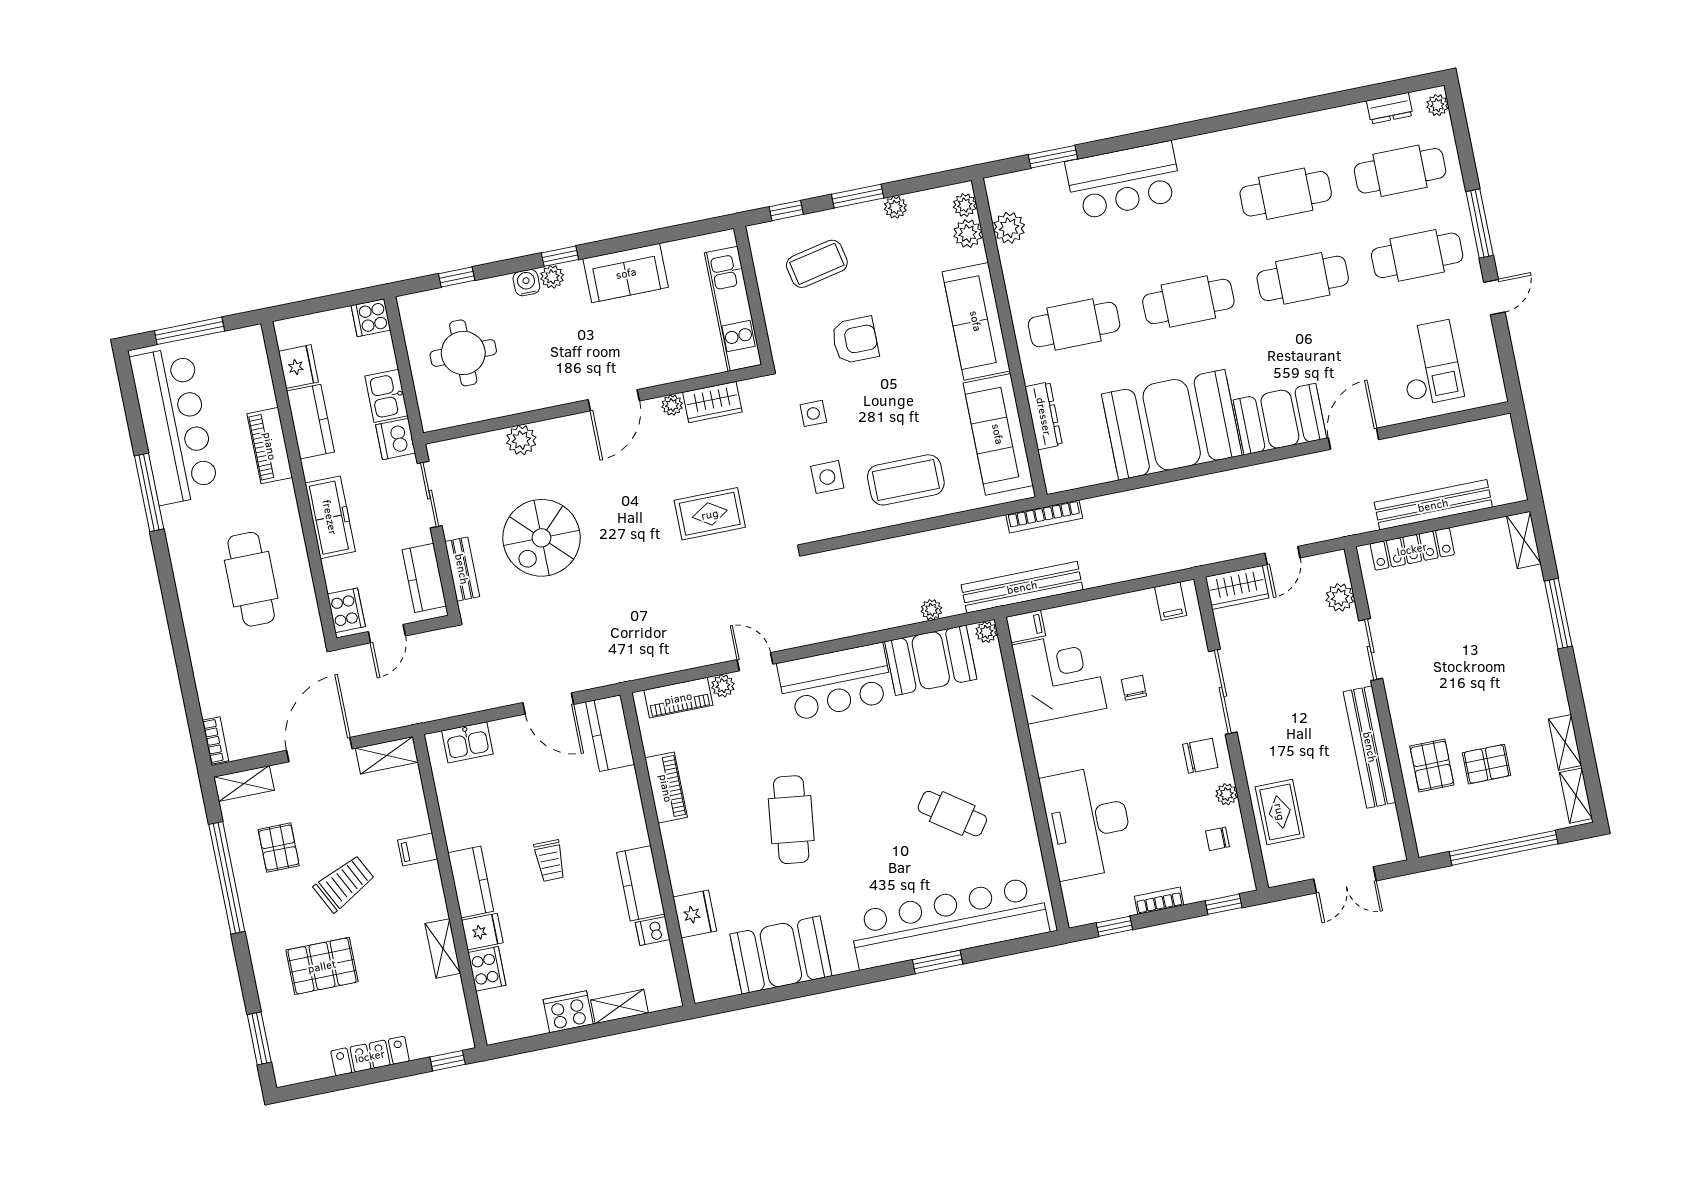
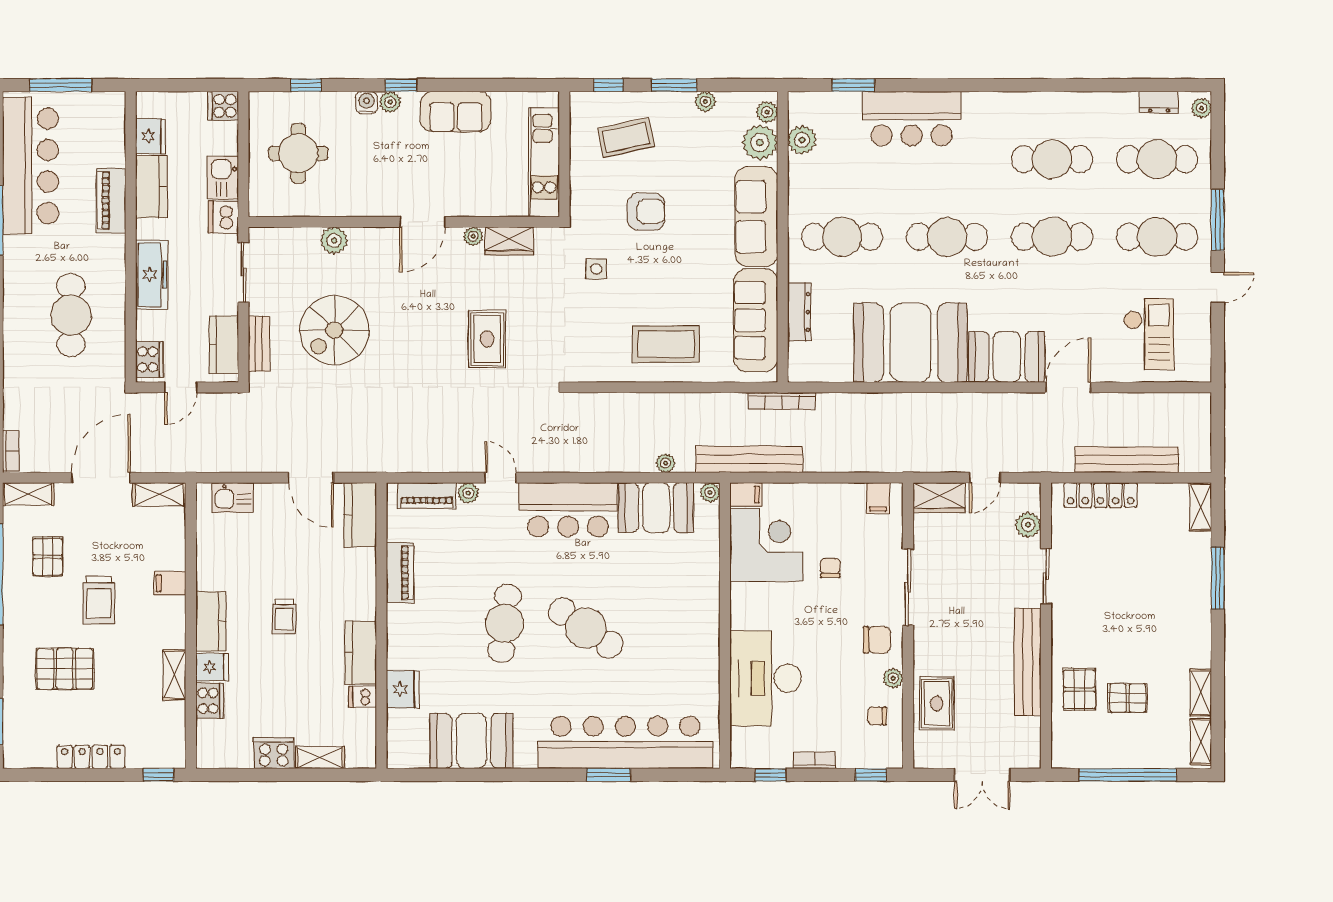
plant: (968, 234) -> (760, 142), width x1.36, depth x1.36
side table: (827, 477) -> (597, 328), removed
rug: (710, 514) -> (487, 339), turned 90
cafe table: (952, 814) -> (586, 628), moved, width x1.37, depth x1.35
trolley: (344, 883) -> (99, 600), turned 117

